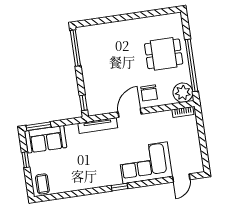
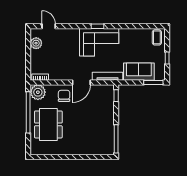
dining table: (164, 54) -> (48, 124), width x1.38
sofa: (46, 139) -> (139, 72), moved
plant: (194, 154) -> (36, 43), added
corner sofa: (145, 163) -> (99, 42), moved
door: (181, 178) -> (49, 26), hinge flipped

